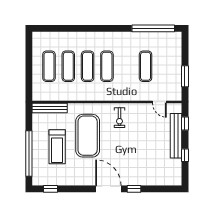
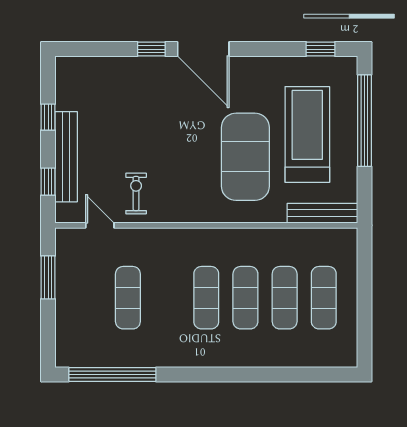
exercise bike: (119, 118) -> (136, 194), moved
treadmill: (57, 147) -> (307, 134), width x1.37, depth x1.38

